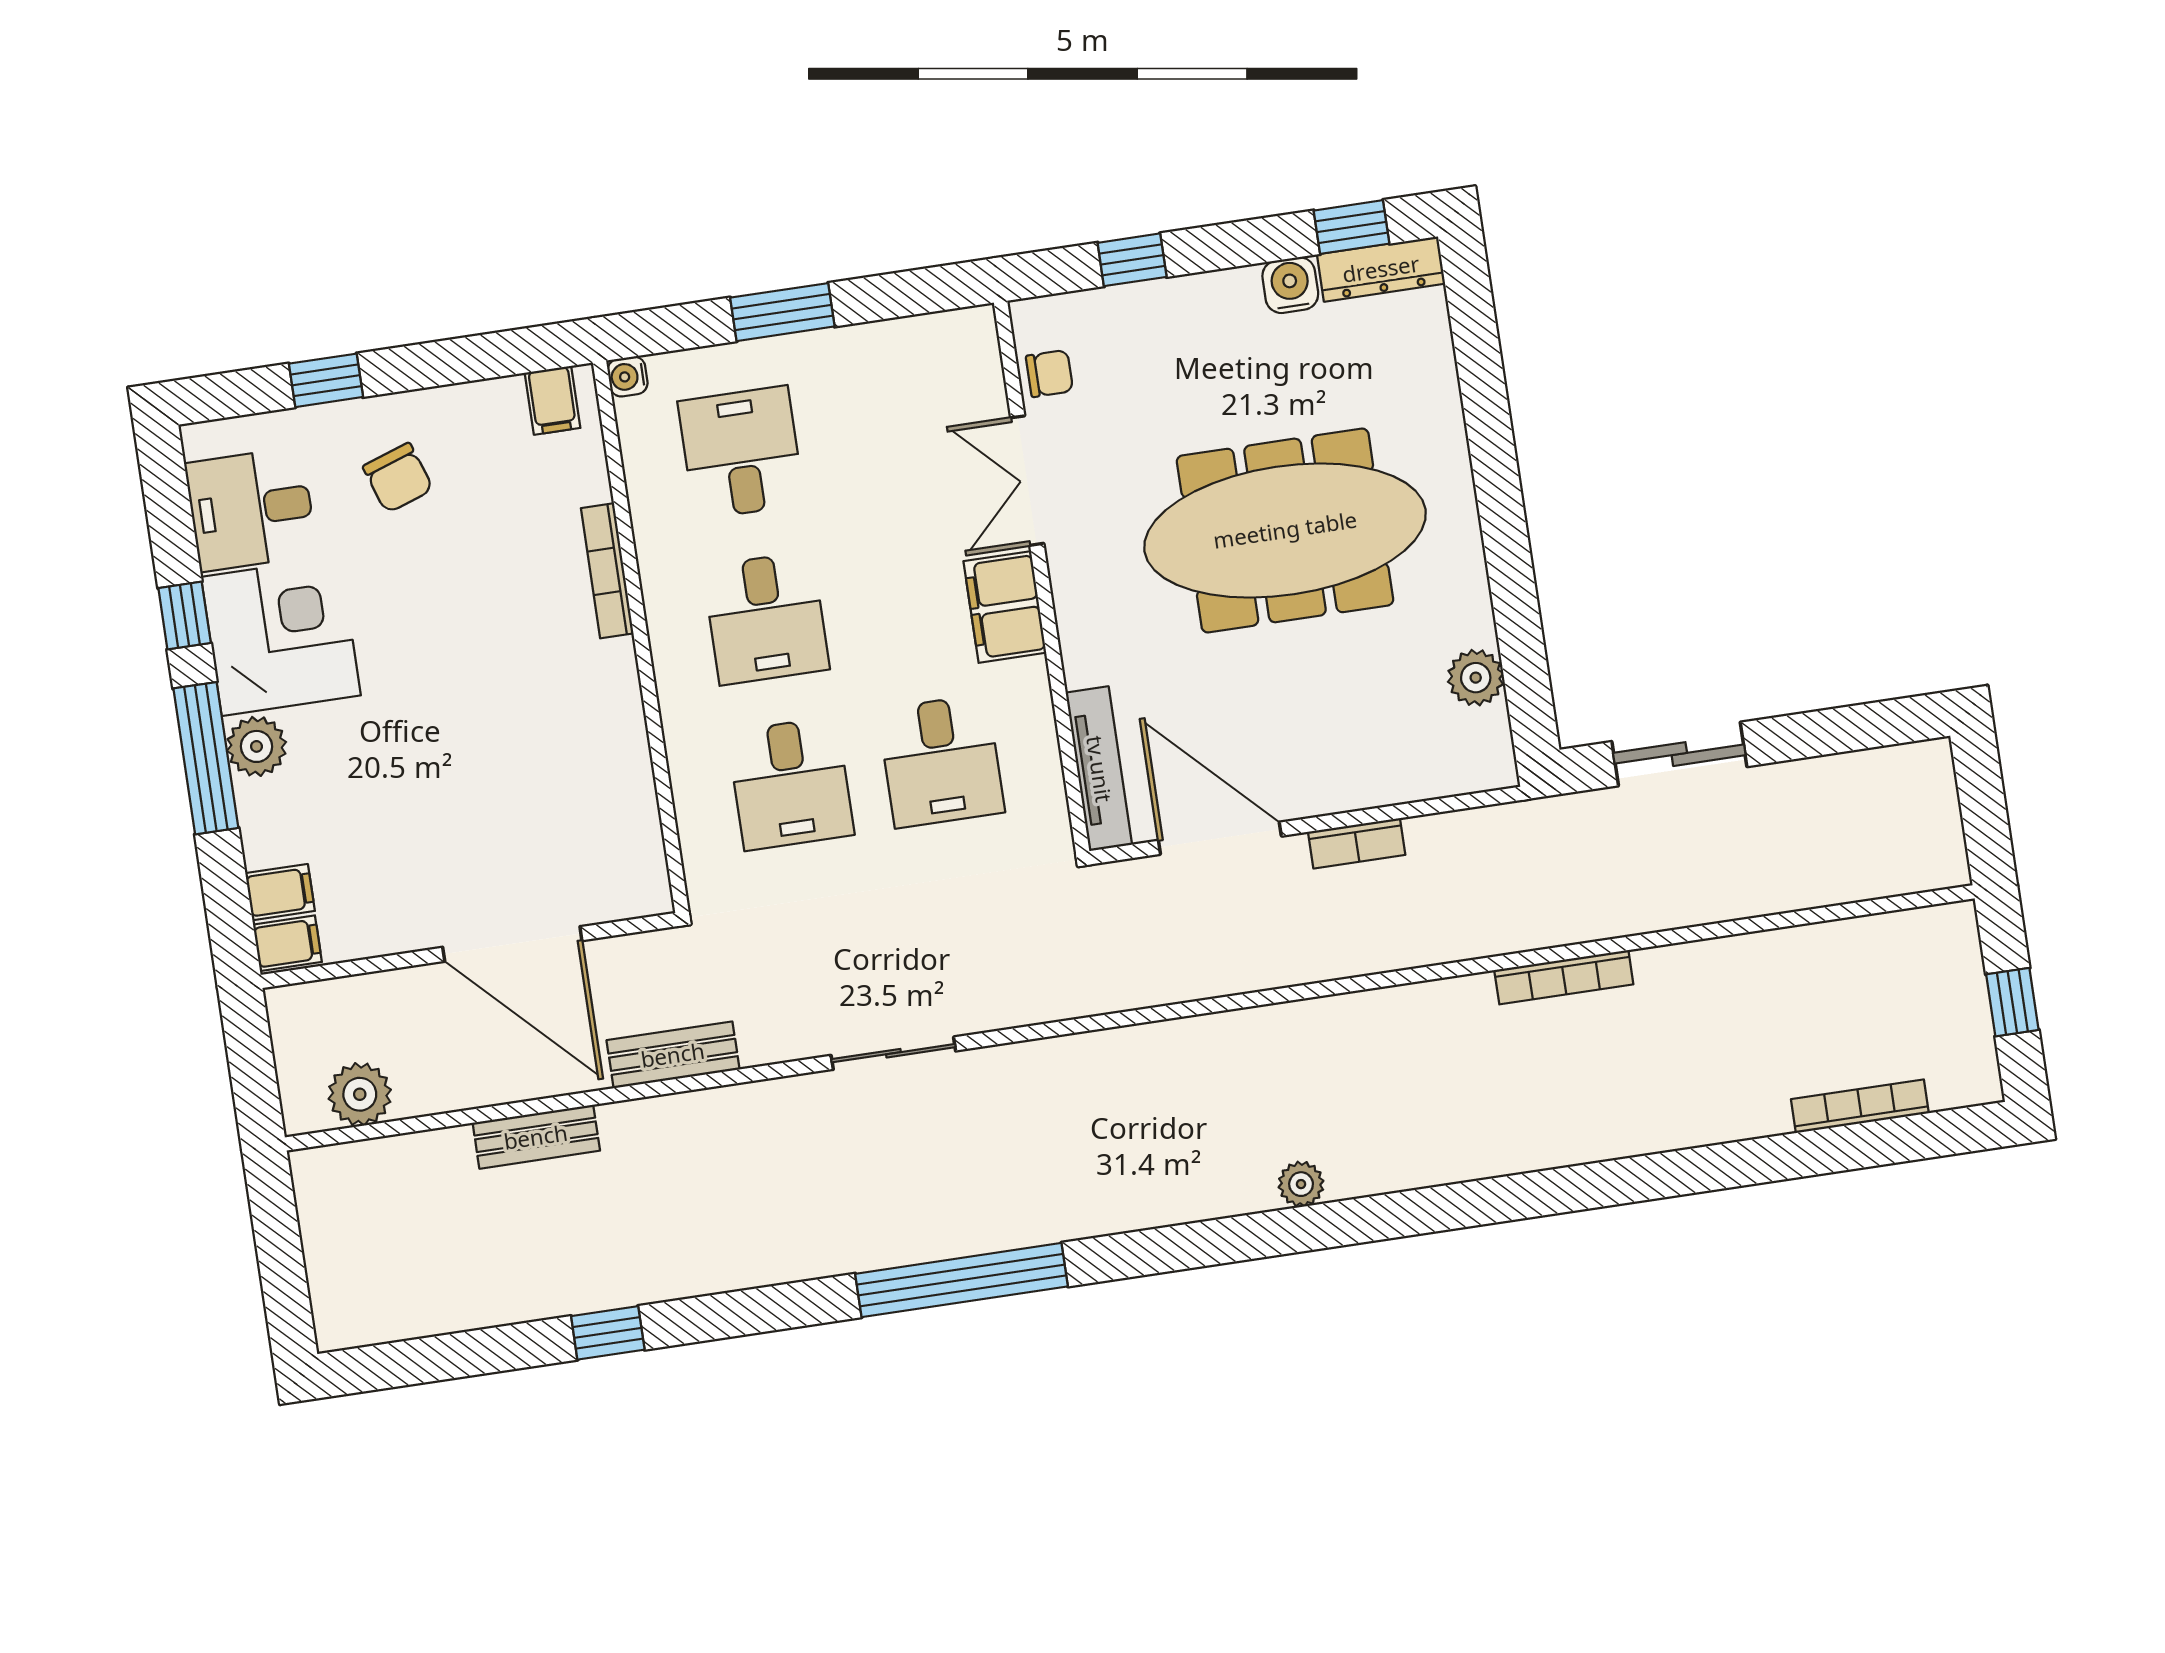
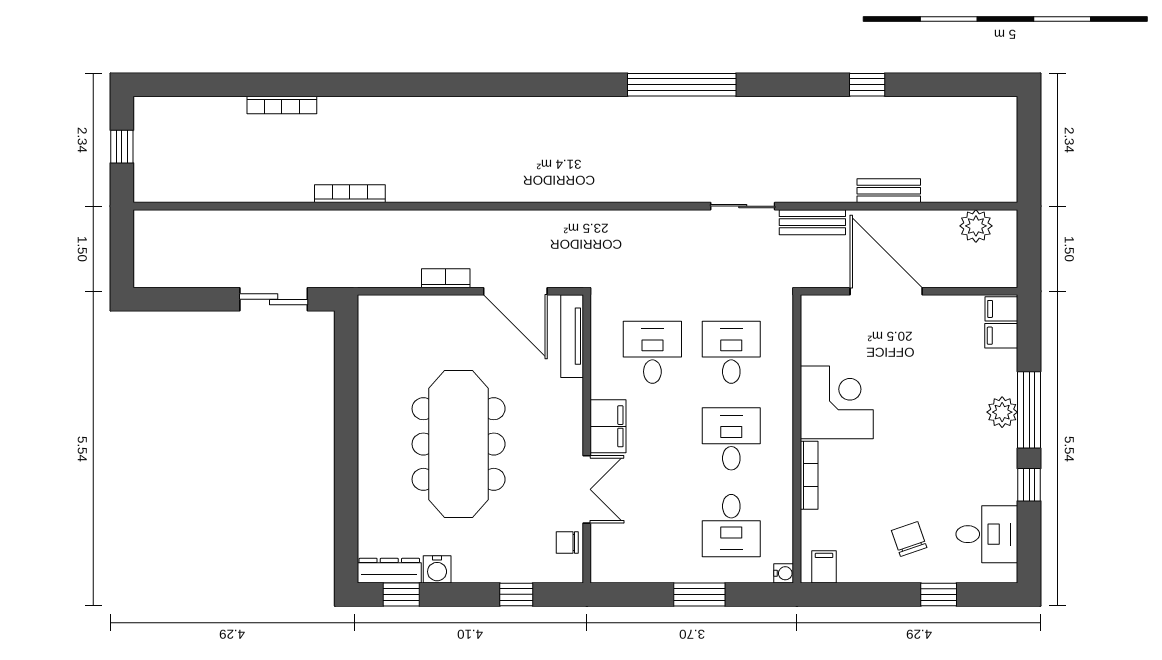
meeting table: (1285, 530) -> (459, 444), turned 90
corner desk: (281, 636) -> (837, 402), moved, turned 180
plant: (1476, 678) -> (372, 354), removed
sliding door: (893, 1053) -> (743, 206), moved
bookcase: (1860, 1106) -> (282, 105), moved
plant: (1301, 1184) -> (500, 108), removed

